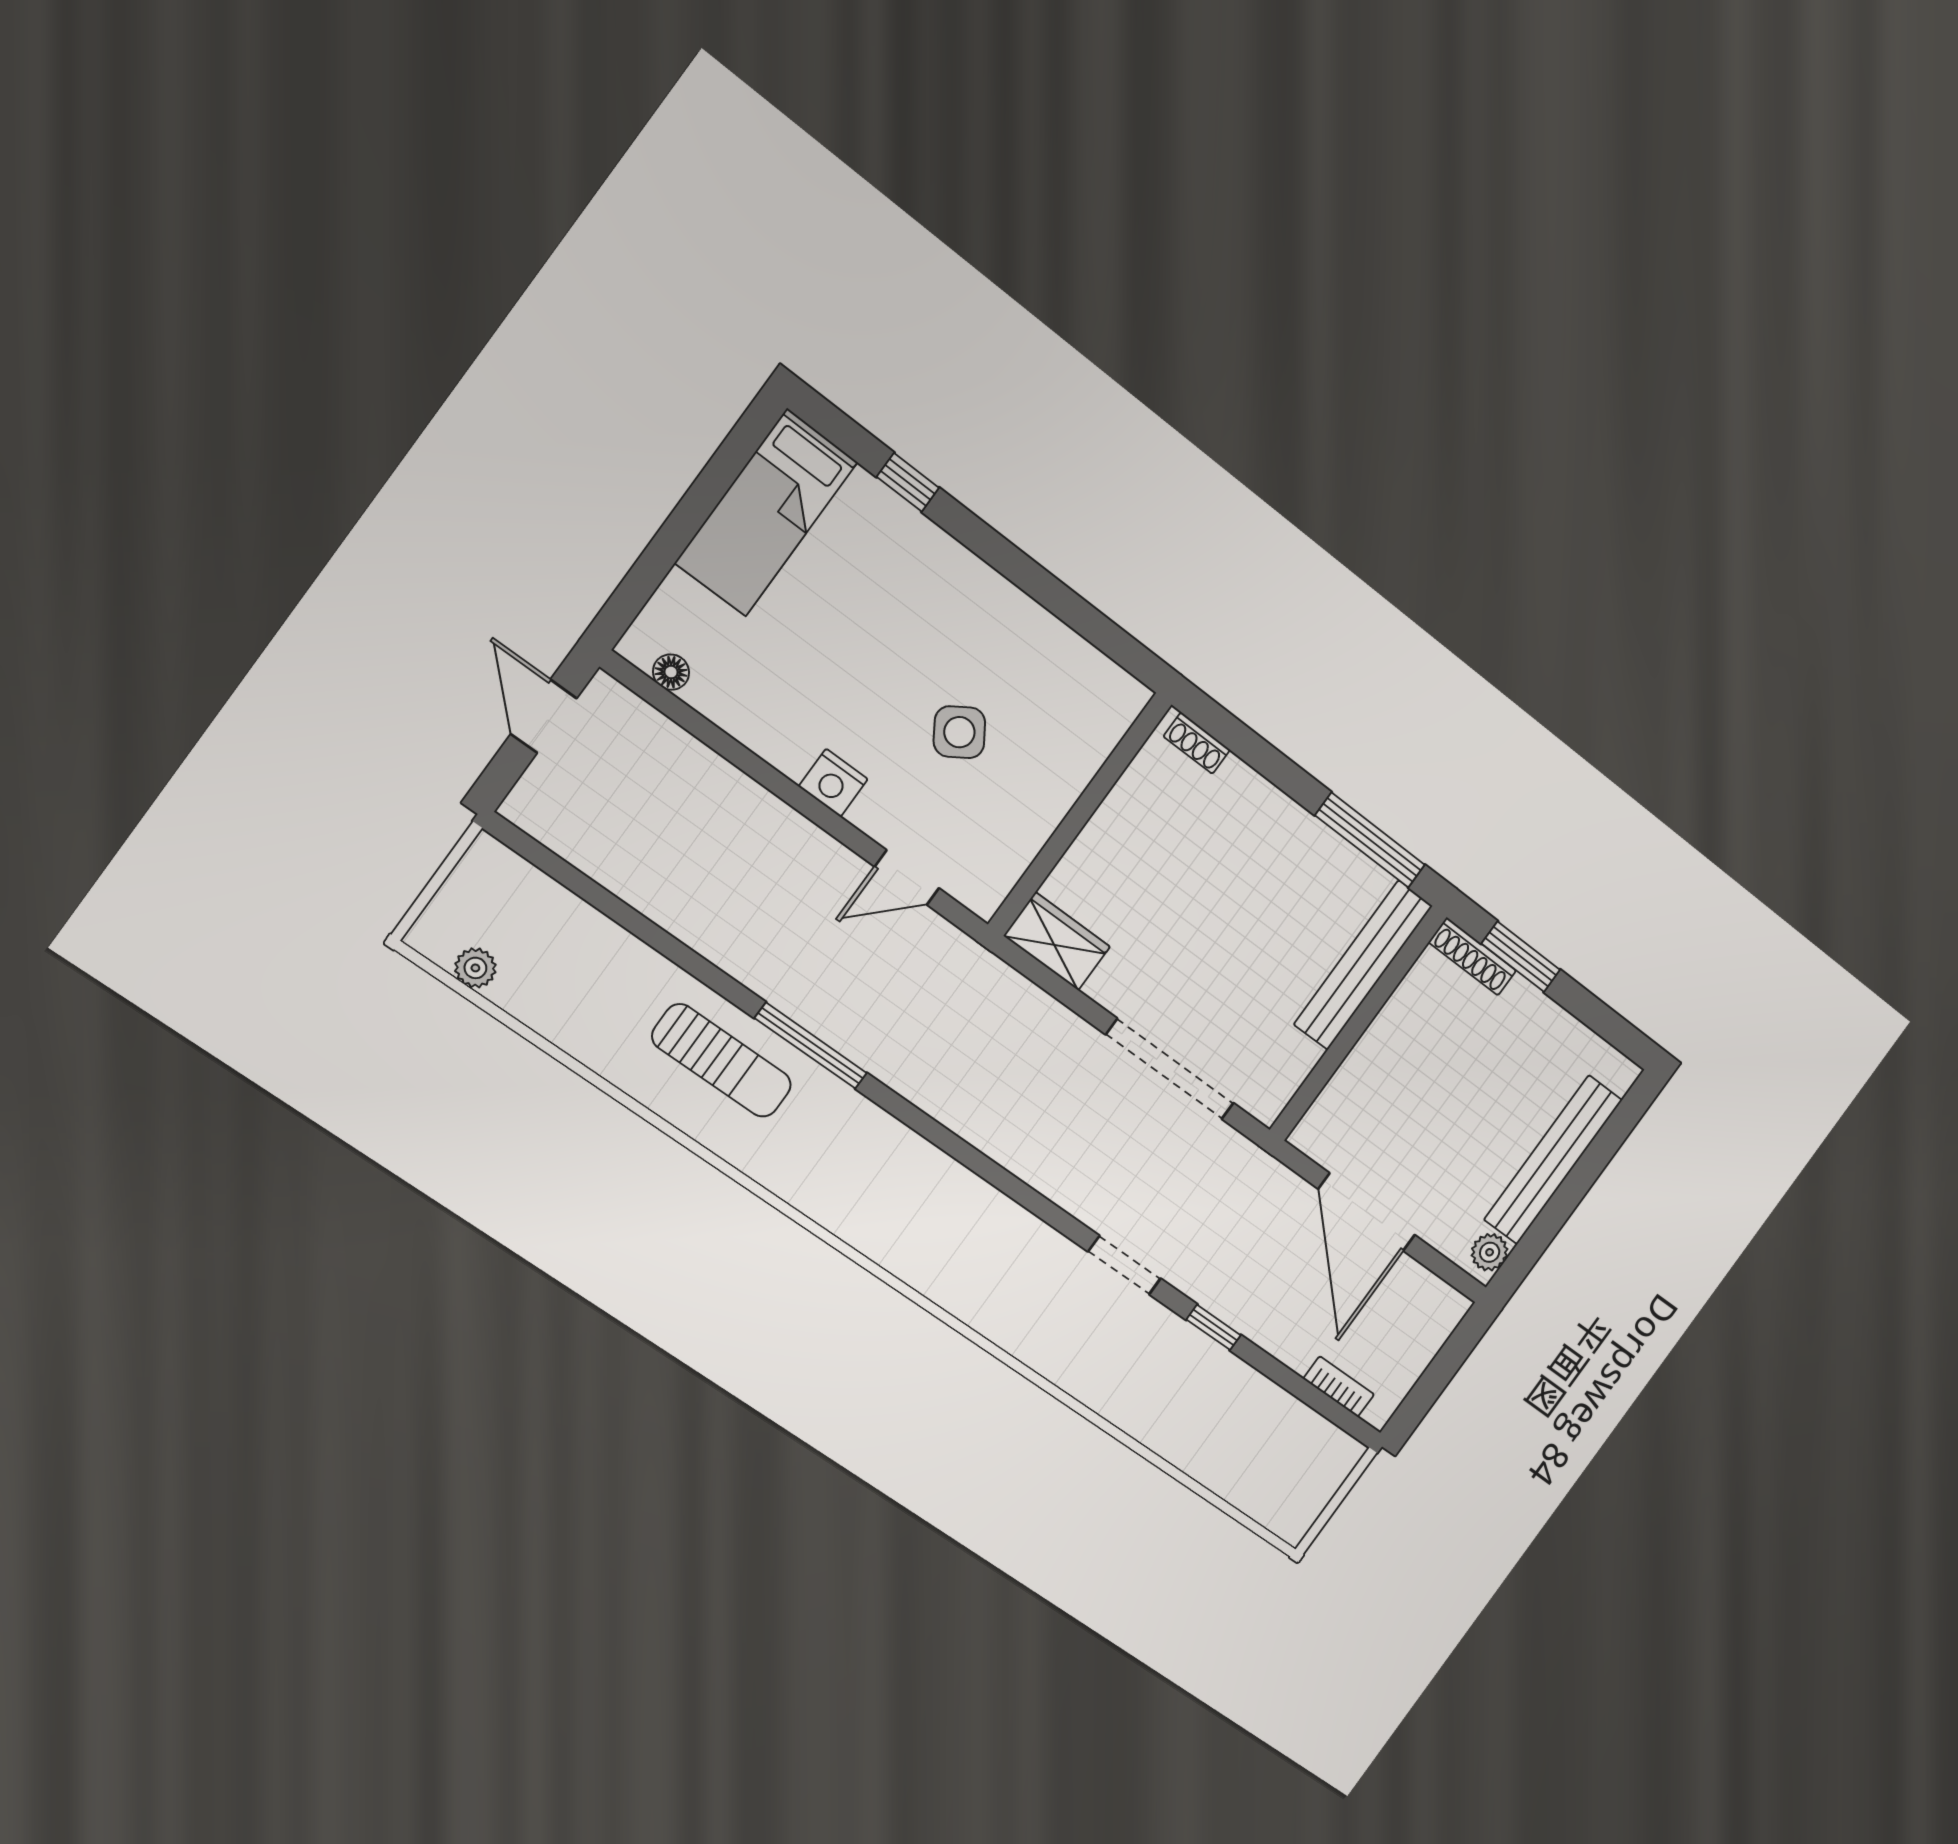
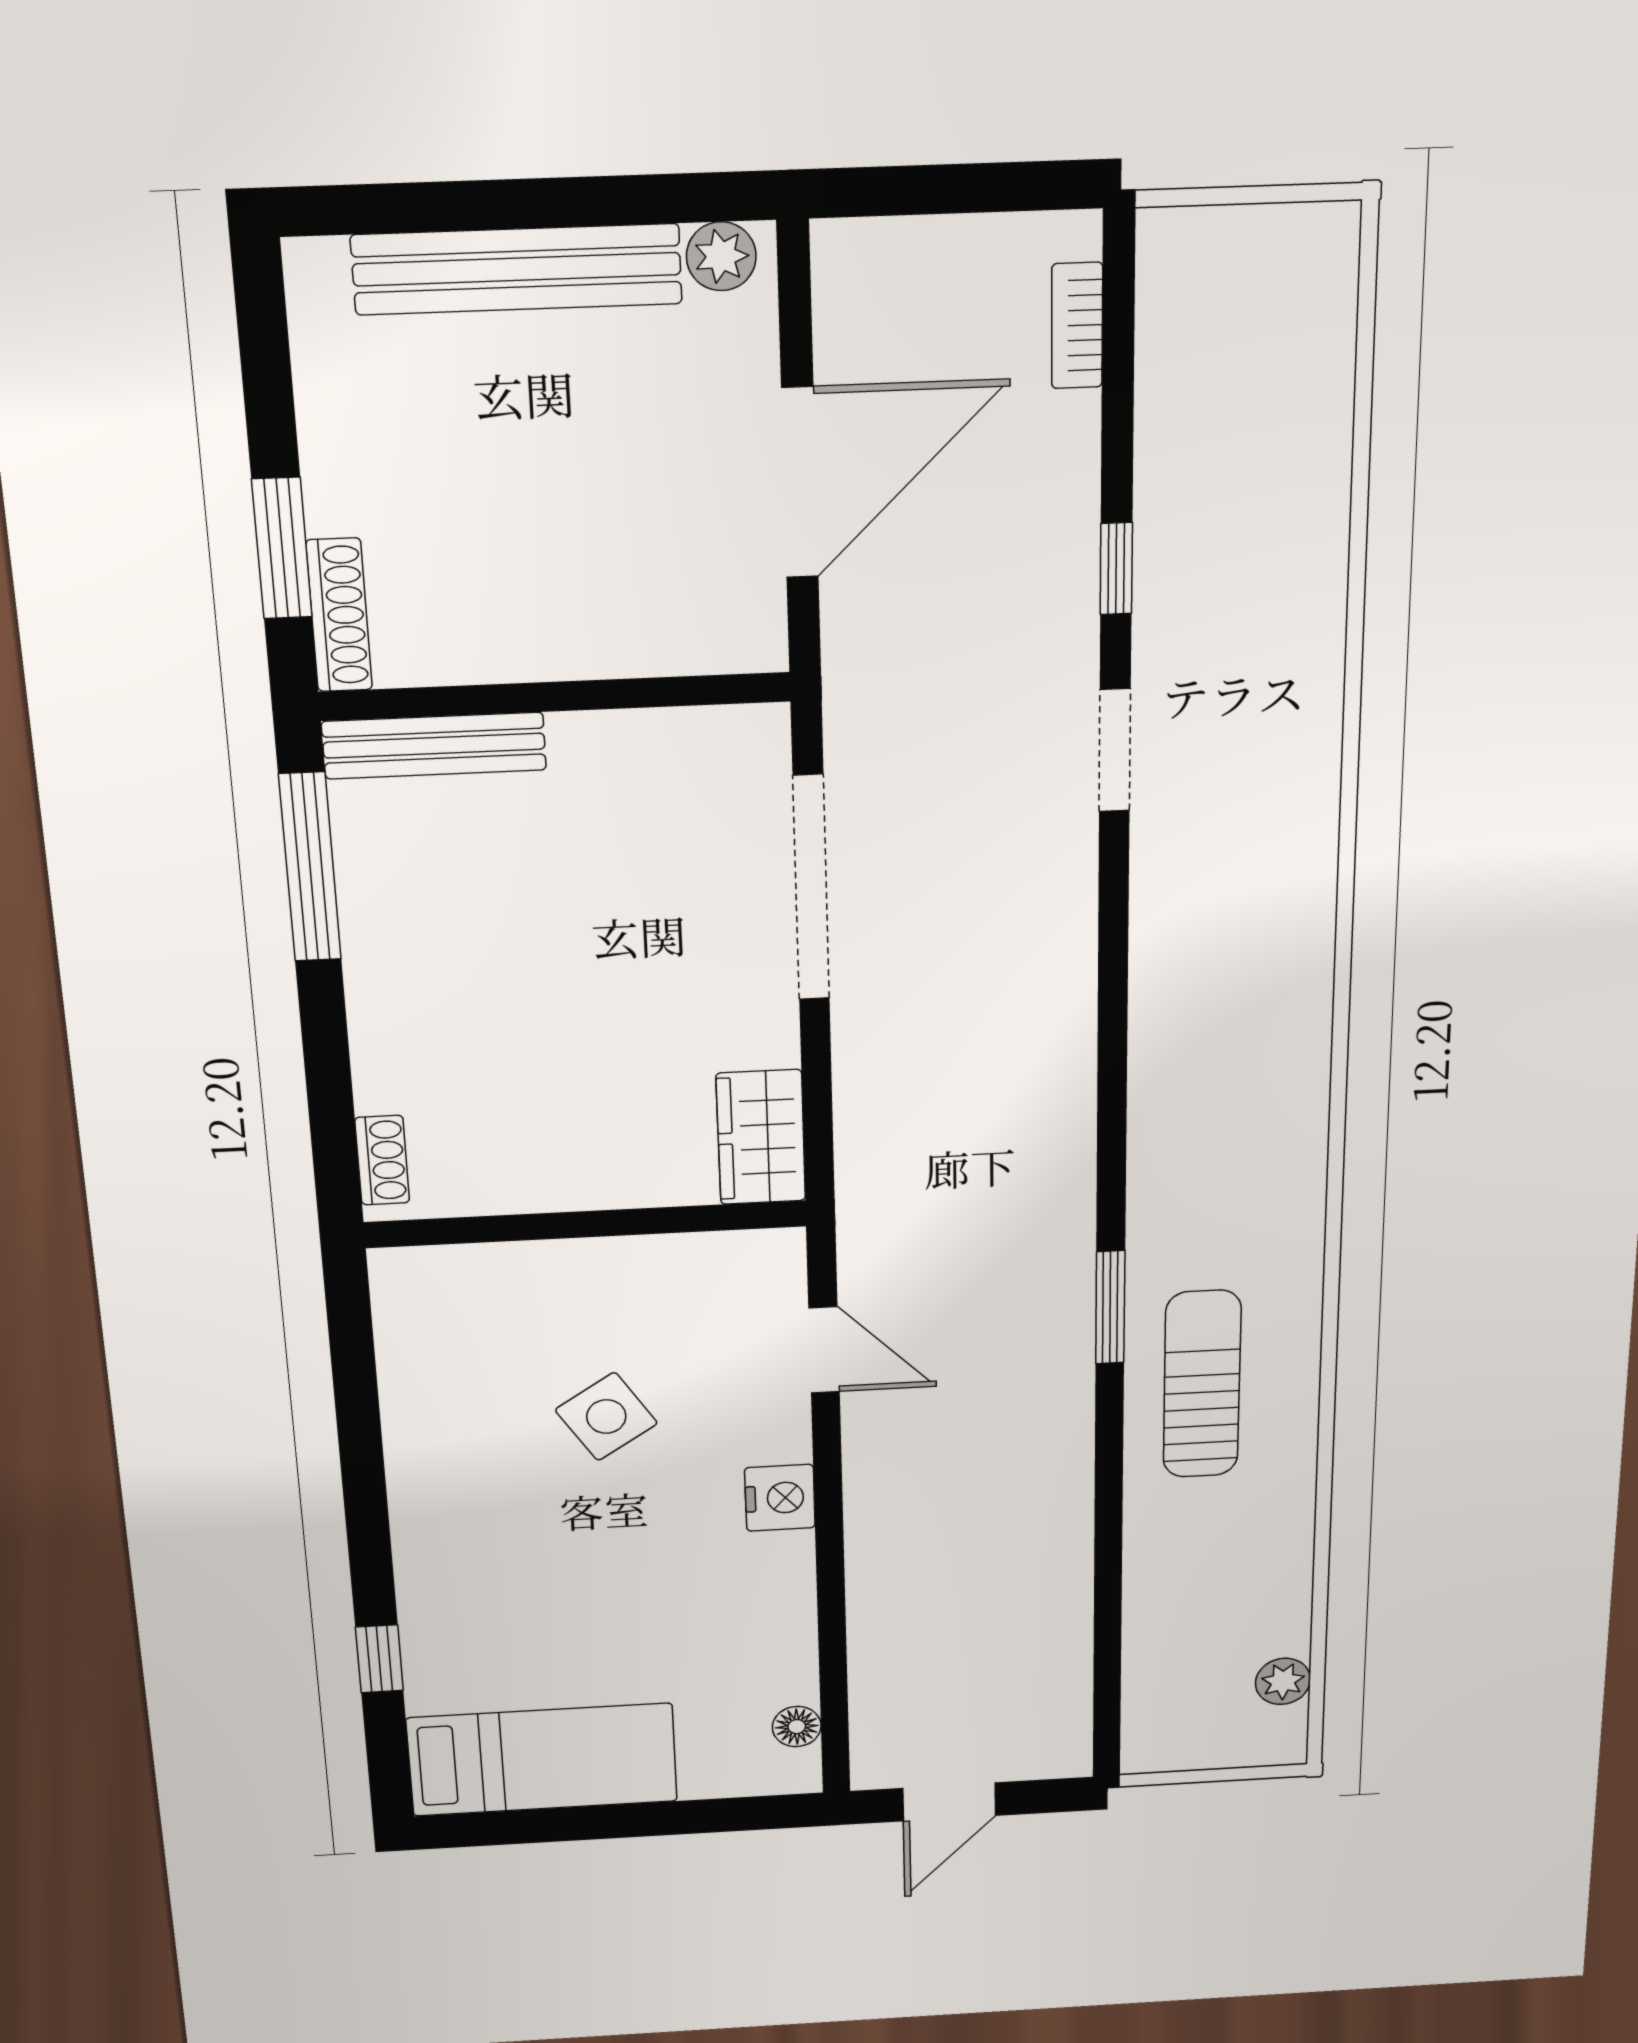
bench: (1363, 965) -> (434, 746), width x0.73, depth x0.82
window: (811, 1046) -> (1110, 1307), width x0.69

